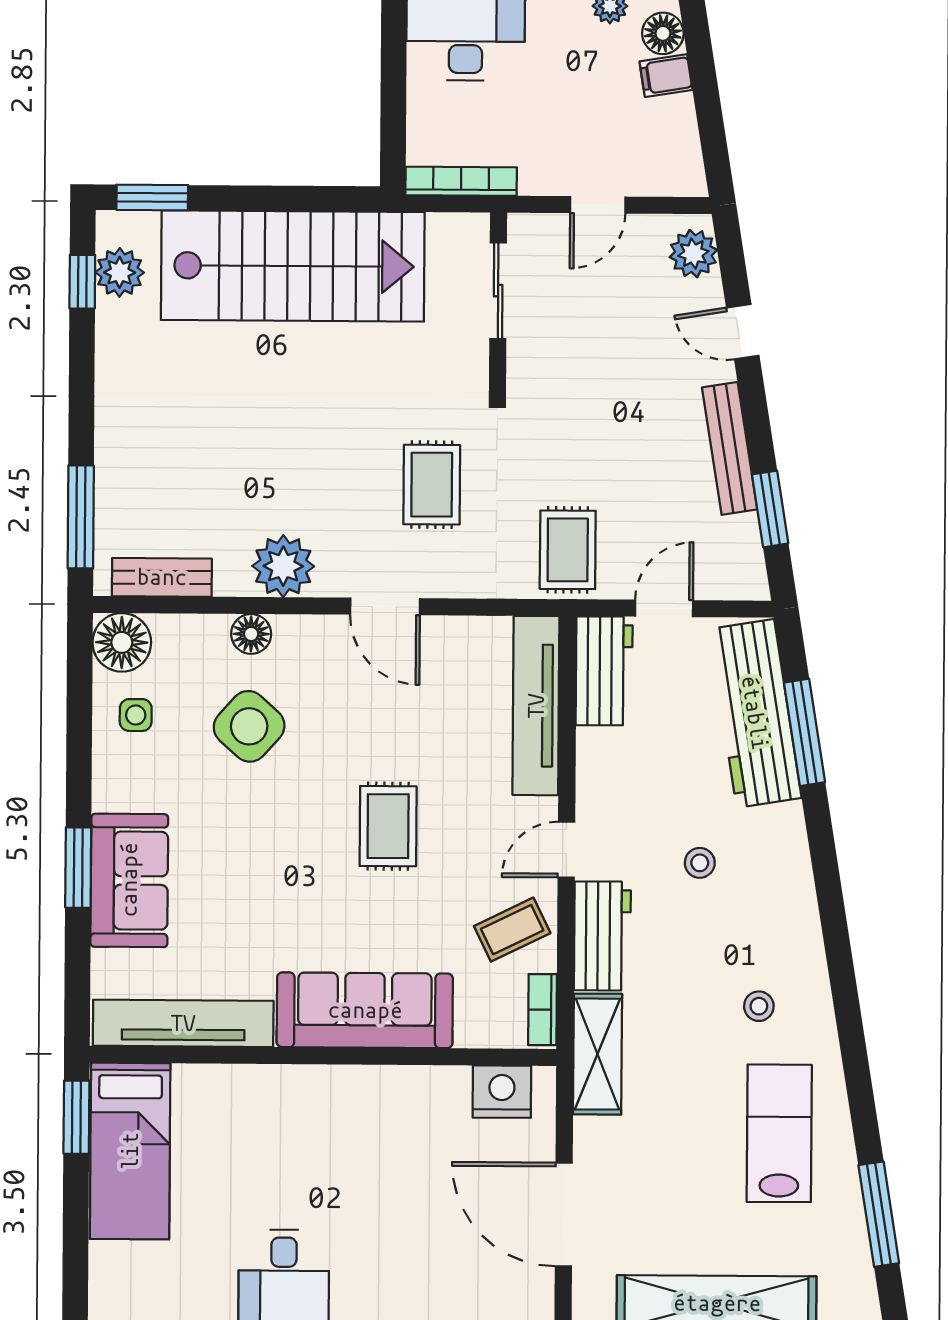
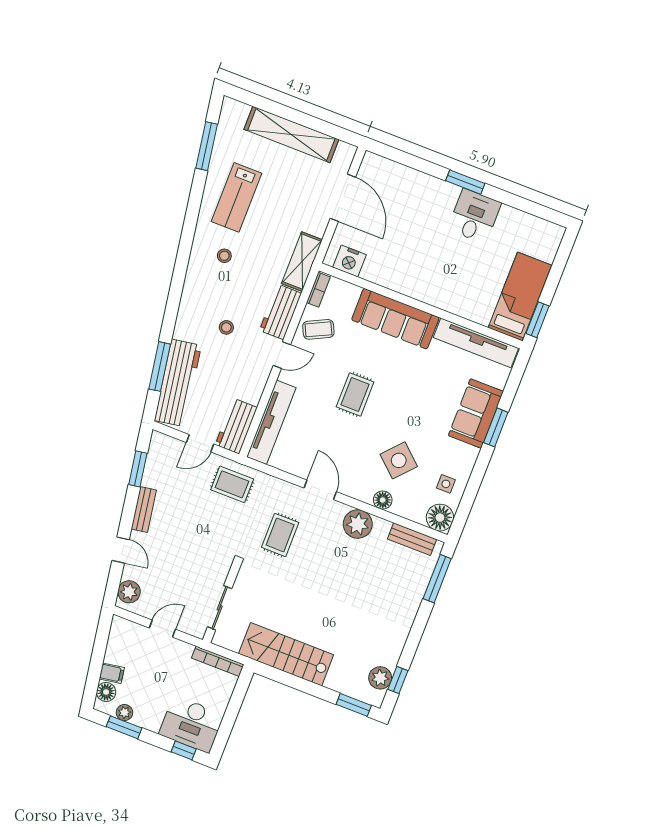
stairs: (293, 266) -> (286, 654), width x0.73, depth x0.66
bench: (730, 448) -> (144, 509), width x0.73
rug: (568, 550) -> (232, 484), turned 90

